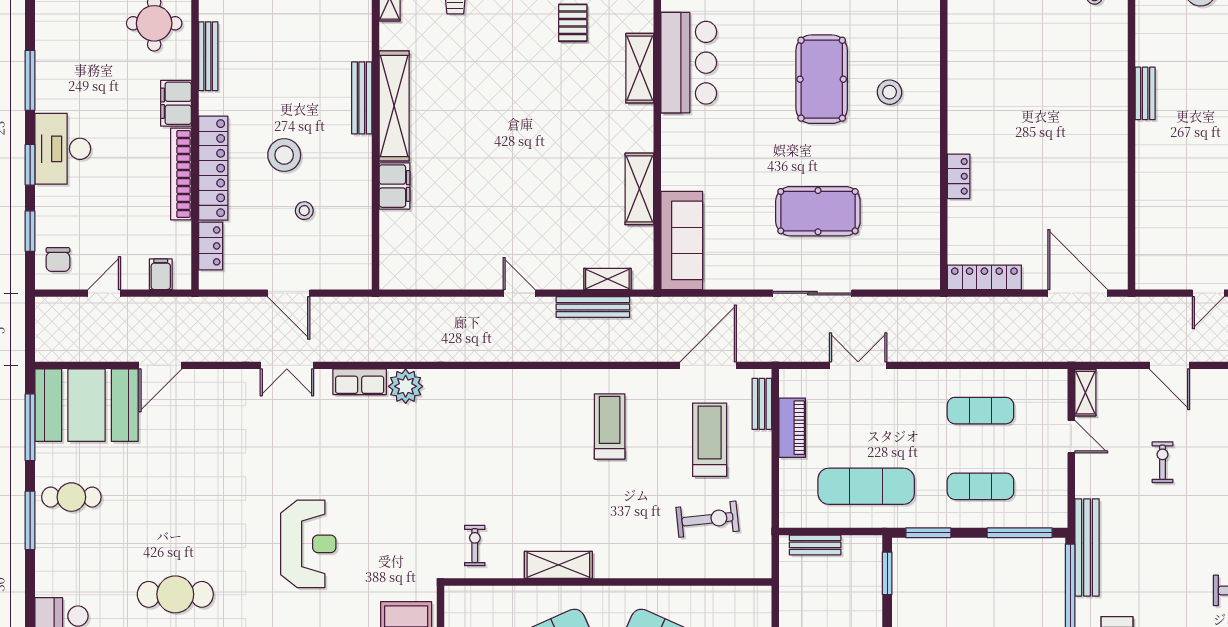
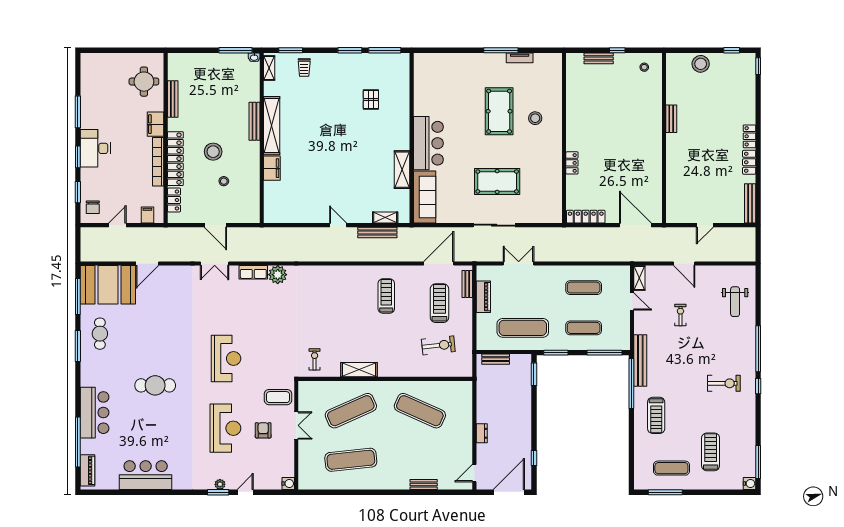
pallet: (573, 23) -> (371, 99), moved
bar counter: (689, 63) -> (428, 143), moved
shelving: (640, 68) -> (402, 105), removed
cafe table: (71, 497) -> (100, 334), turned 90

